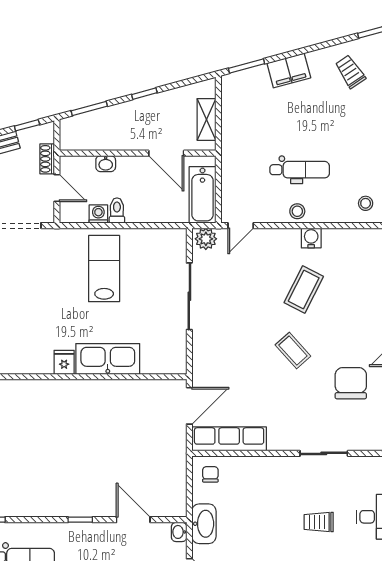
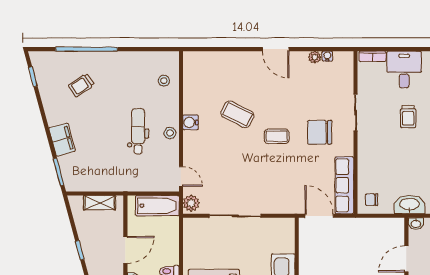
trolley: (350, 72) -> (81, 85), moved
door: (166, 153) -> (125, 250), moved
coffee table: (304, 289) -> (237, 114), moved
coffee table: (293, 350) -> (277, 136), turned 42
chair: (351, 383) -> (320, 132), moved

